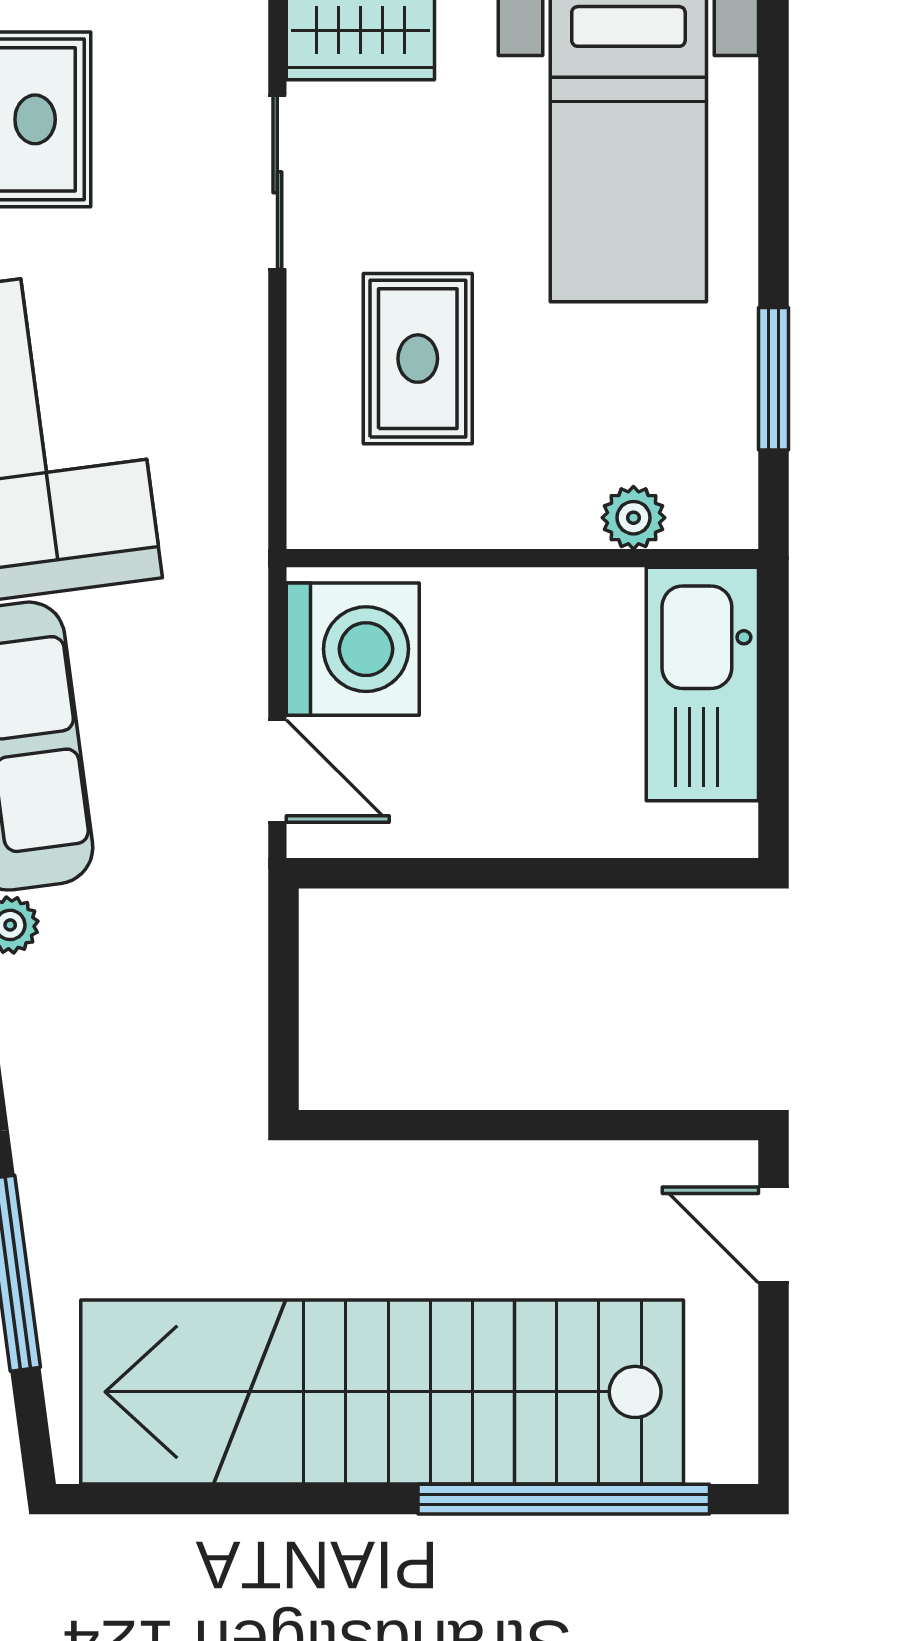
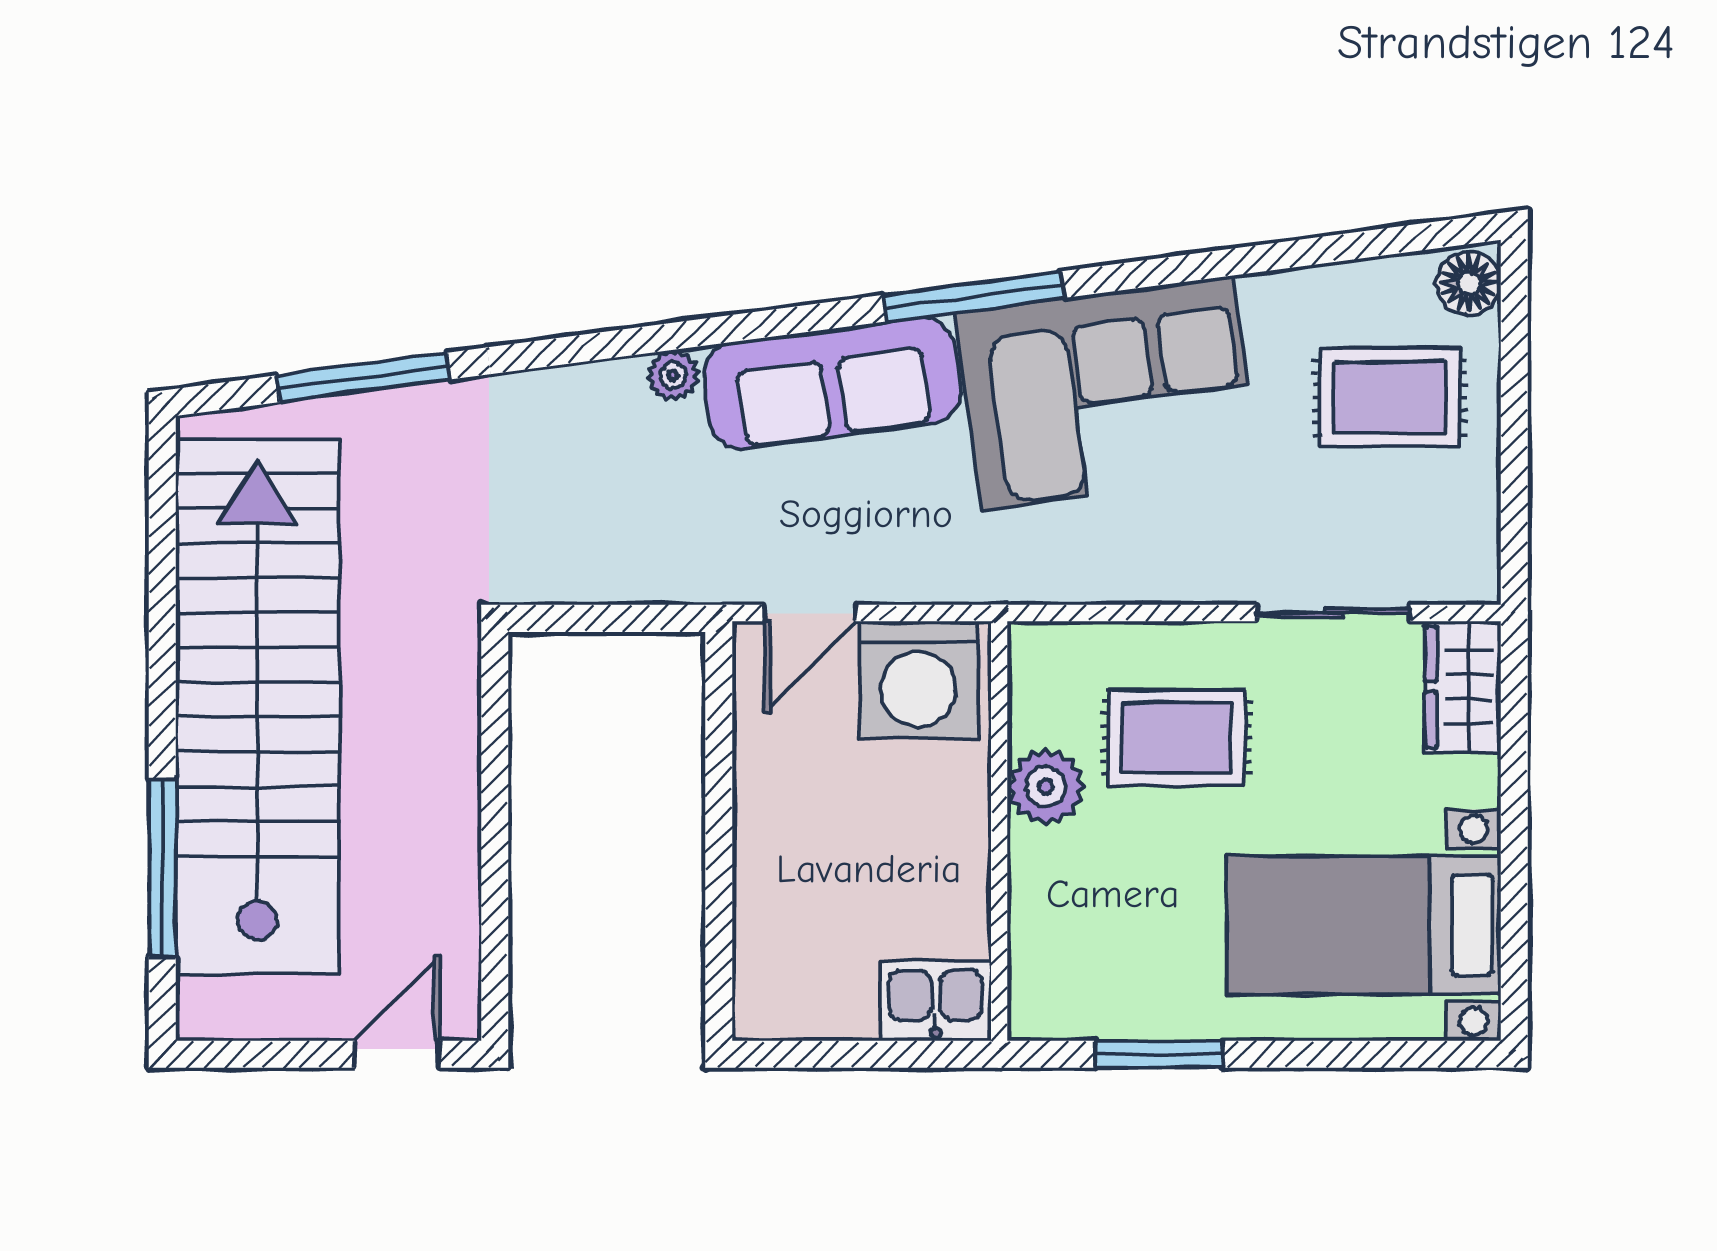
plant: (633, 518) -> (1046, 787), moved, width x1.38, depth x1.38
kitchen sink: (702, 684) -> (936, 1001), width x0.53, depth x0.81
window: (564, 1499) -> (162, 868), width x0.68

